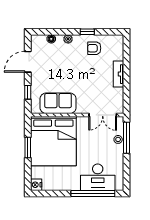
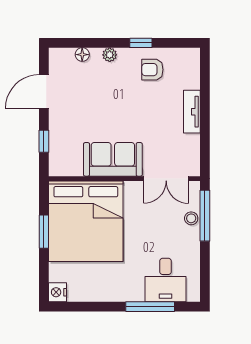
sofa: (58, 103) -> (113, 159), moved
desk: (98, 177) -> (165, 280), width x0.73
window: (93, 194) -> (150, 307), width x0.68

